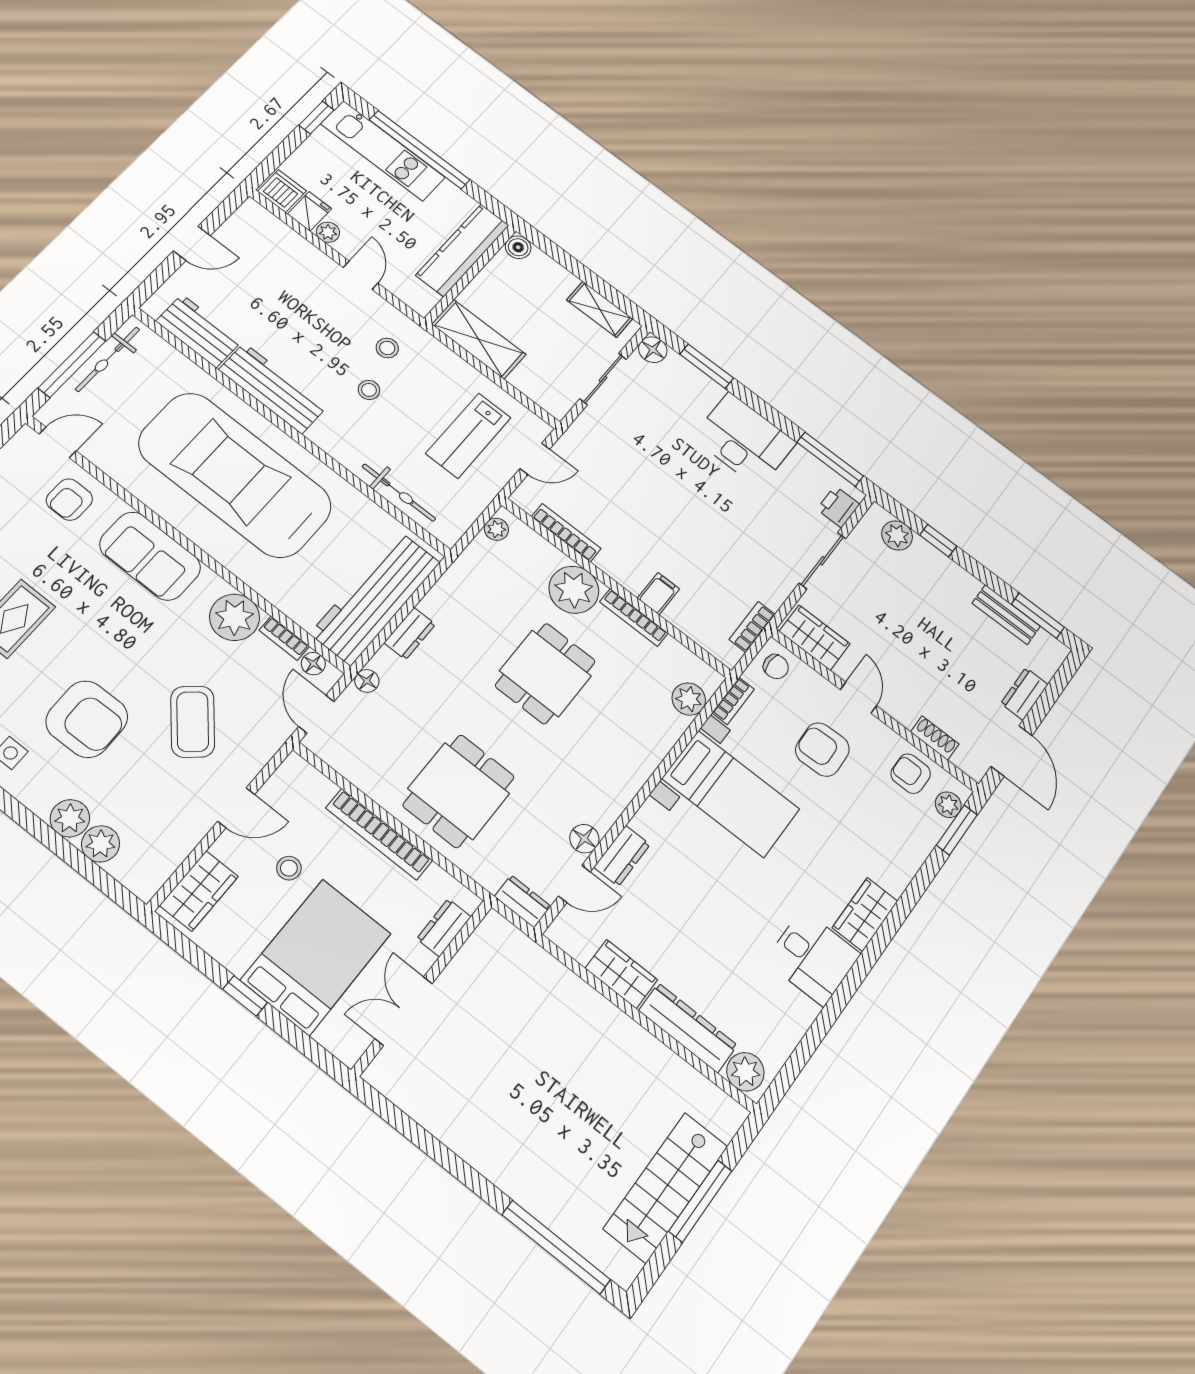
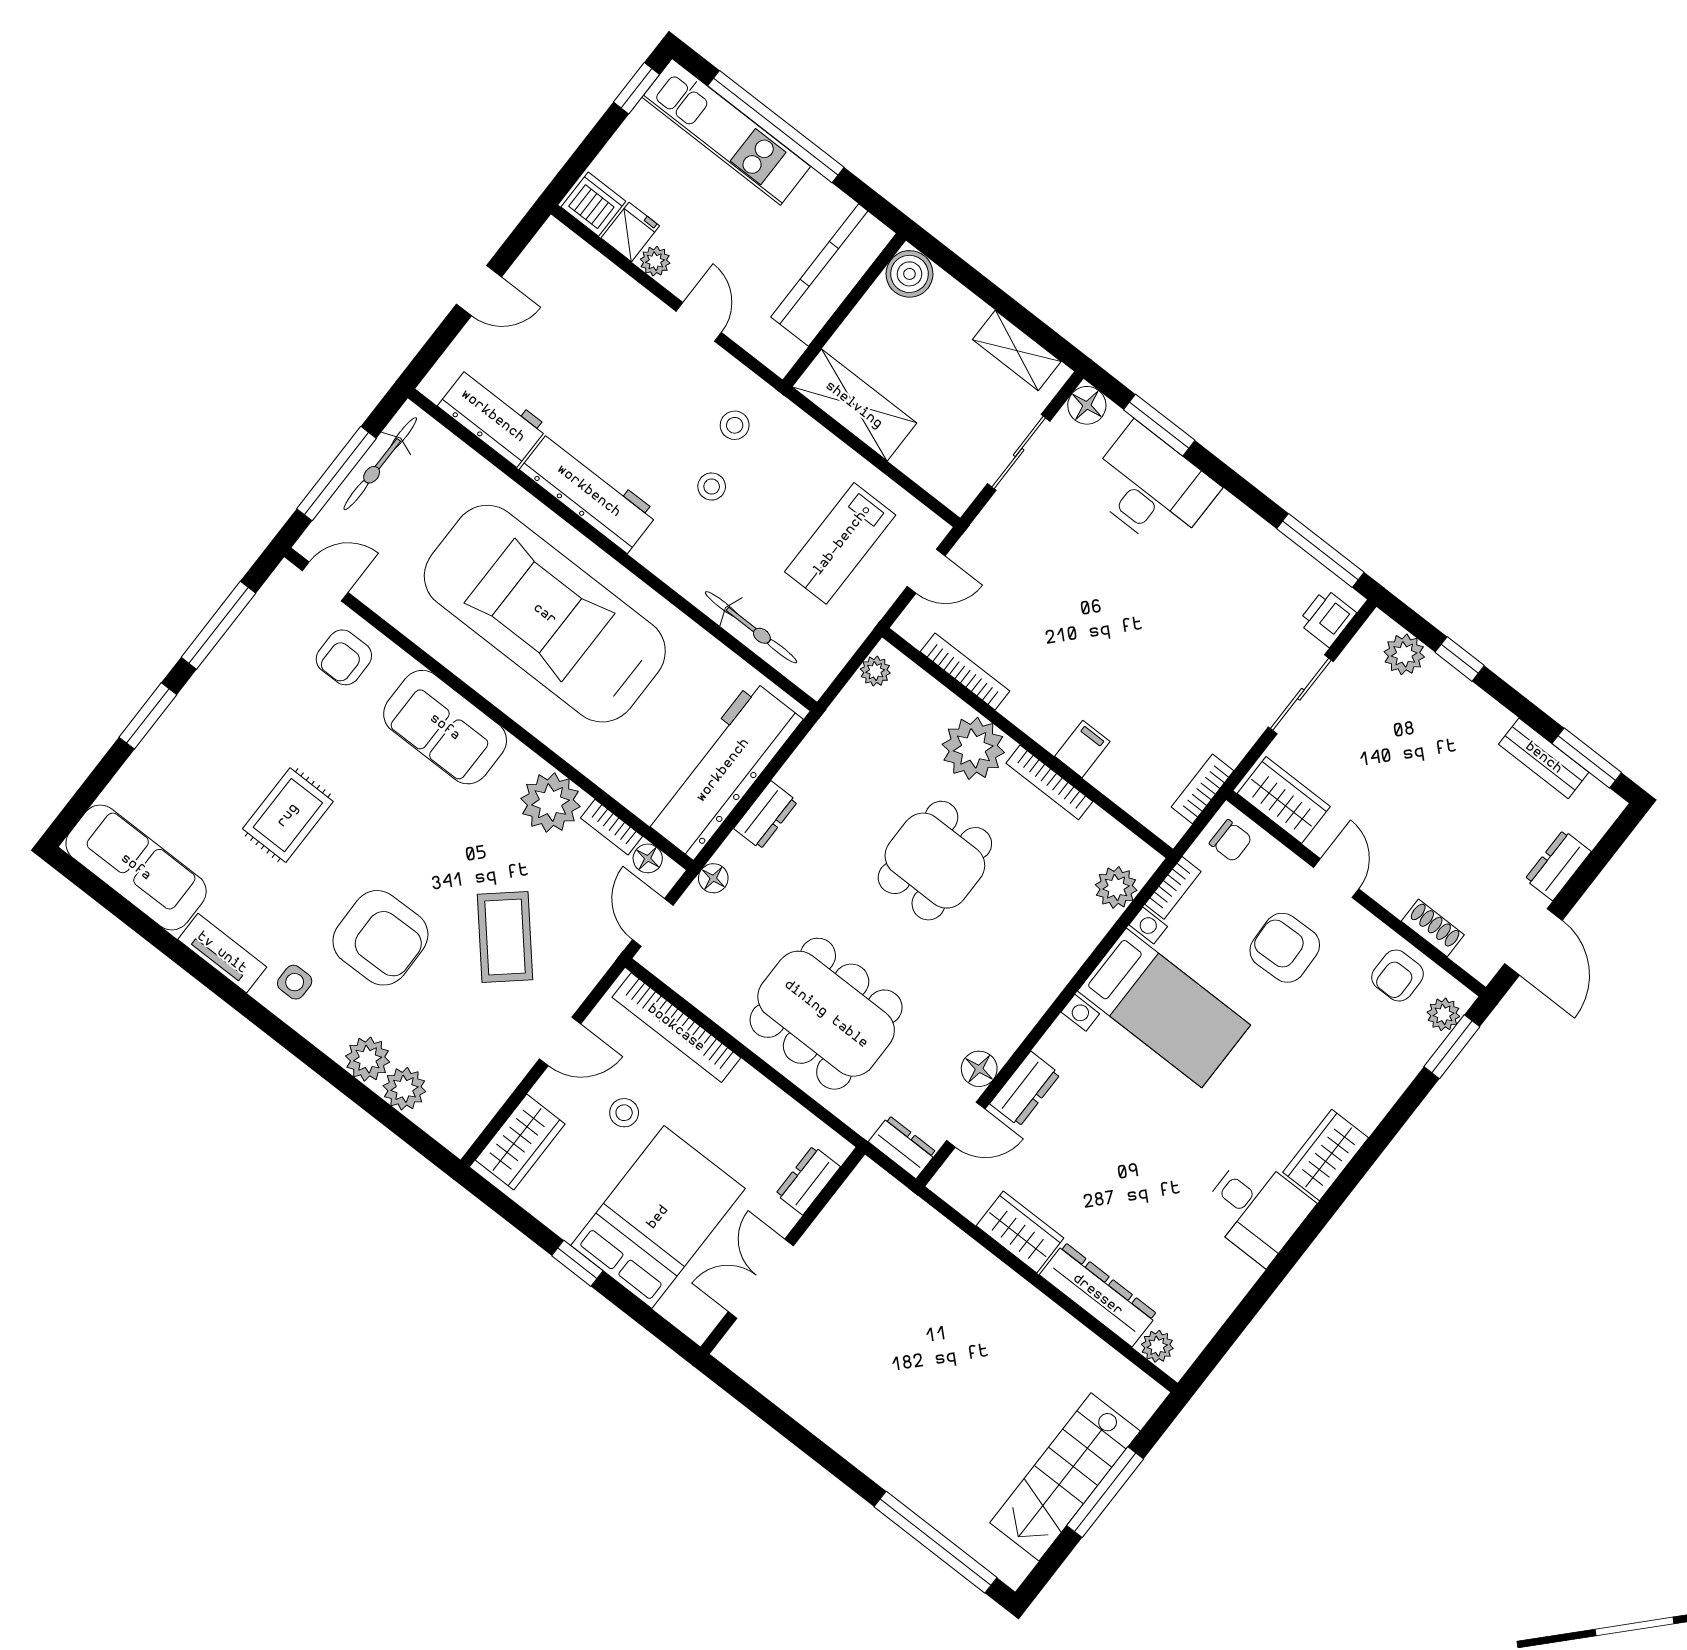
boiler: (518, 247) -> (909, 274), width x1.36, depth x1.36
desk: (744, 440) -> (1151, 488), moved
armchair: (911, 774) -> (1398, 976), turned -90
dining table: (459, 791) -> (826, 1014), width x1.38
bookcase: (379, 834) -> (676, 1028), moved
plant: (745, 1072) -> (1157, 1346), width x0.73, depth x0.73

